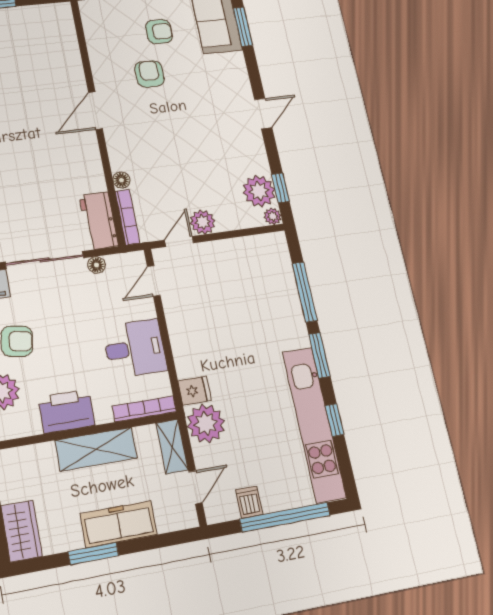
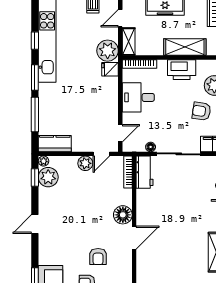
floor lamp: (121, 180) -> (123, 215), moved, width x1.89, depth x1.89
kitchen counter: (261, 248) -> (55, 144), added
shelving: (96, 449) -> (185, 47), moved

